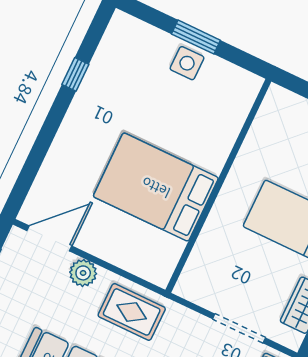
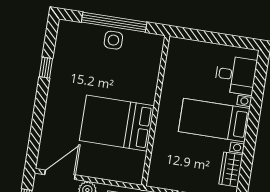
window: (196, 37) -> (114, 22), width x2.11

